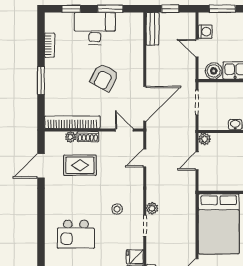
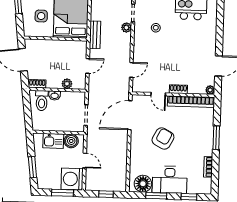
floor lamp: (127, 23) -> (143, 184), added
bench: (152, 29) -> (95, 35), moved
washing machine: (205, 32) -> (72, 179), width x1.89, depth x1.89
door: (124, 130) -> (158, 94), moved
plant: (71, 137) -> (210, 90), moved
plant: (205, 139) -> (67, 84), moved
rug: (80, 165) -> (186, 65), removed

